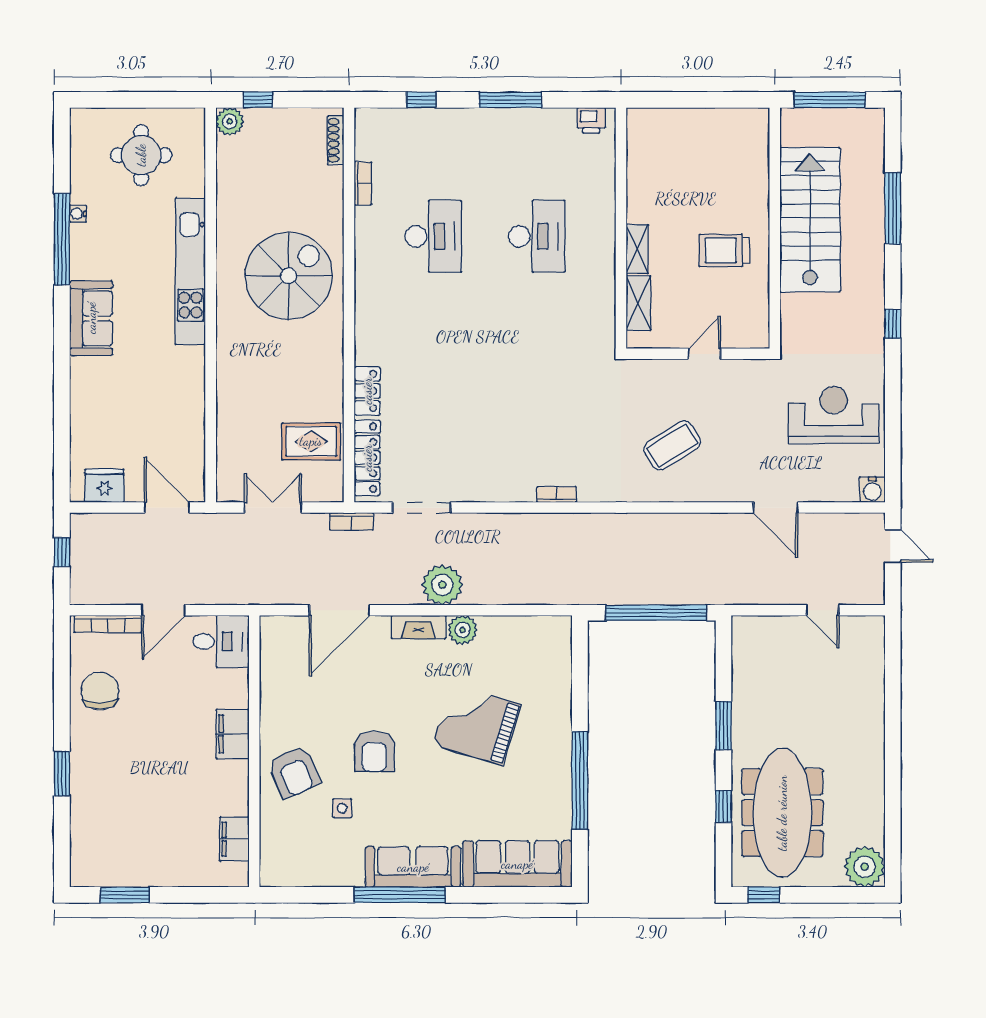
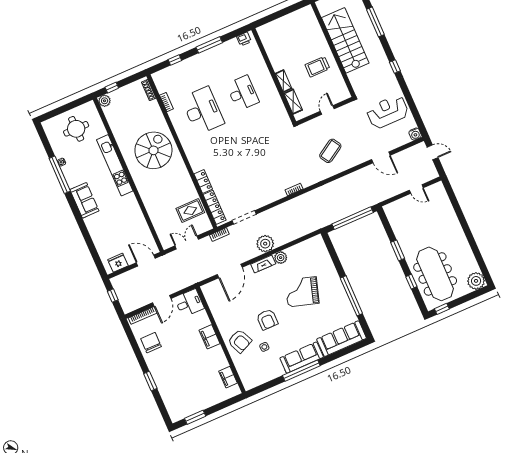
desk: (433, 236) -> (203, 111), width x1.36, depth x1.30

